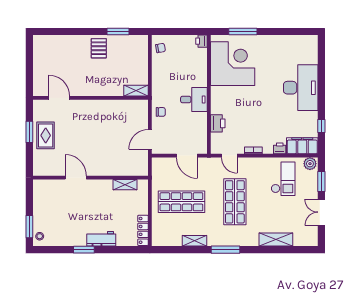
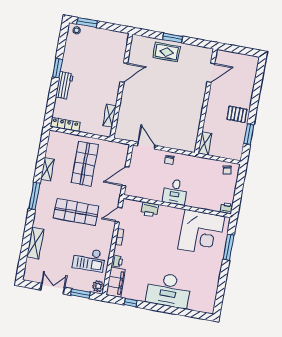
shelving: (136, 91) -> (205, 143), moved
door: (59, 98) -> (211, 73), moved
wall: (91, 98) -> (206, 101), moved

